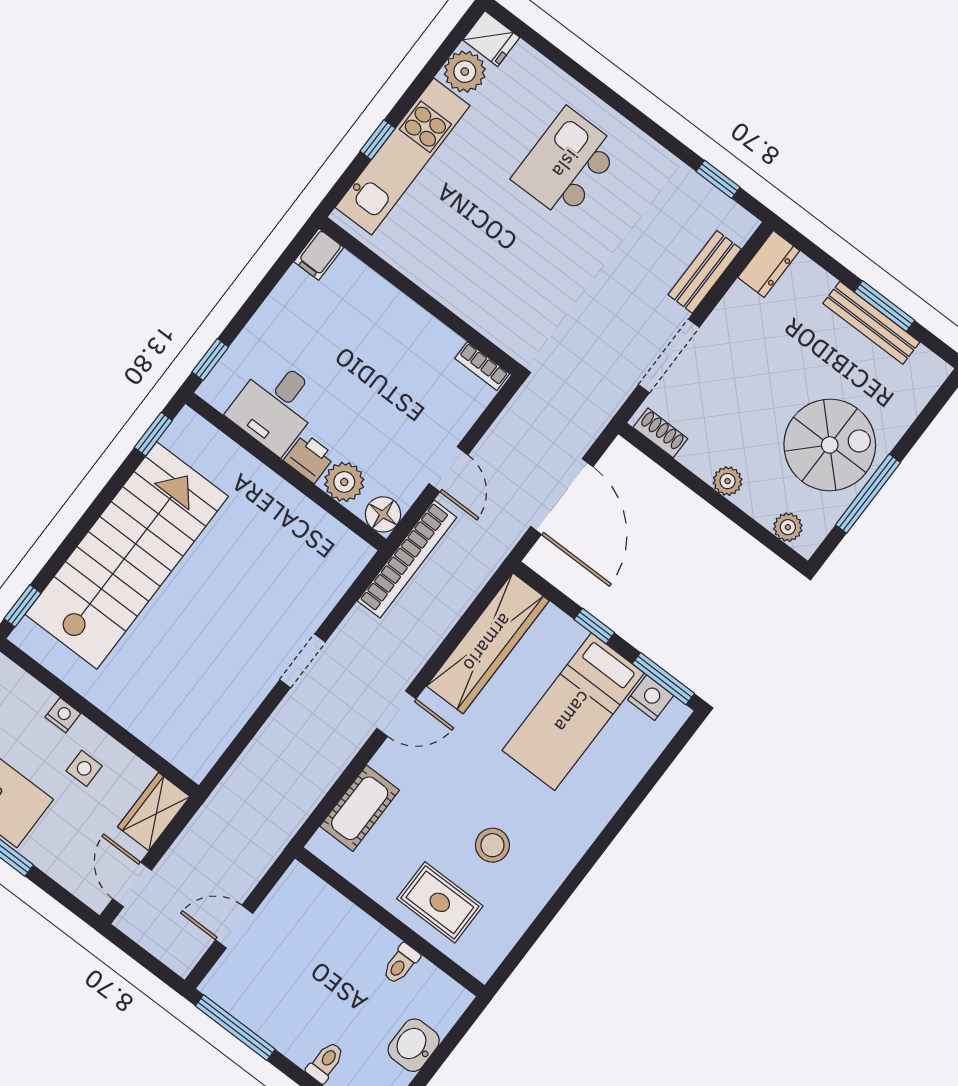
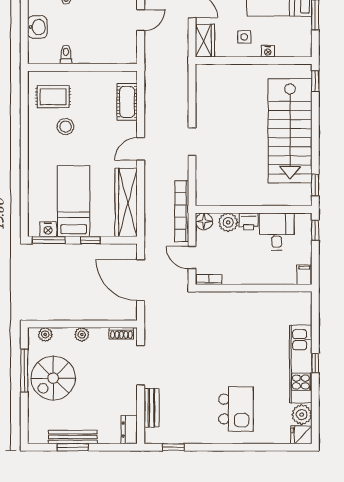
filing cabinet: (319, 254) -> (304, 275), moved
wall: (419, 296) -> (254, 288), moved
bookcase: (482, 366) -> (209, 280), moved
rug: (440, 902) -> (53, 97), moved

